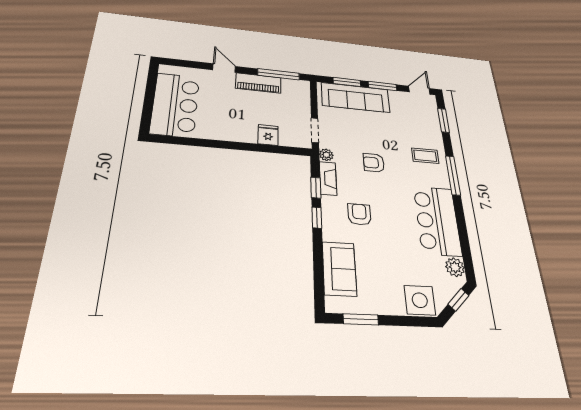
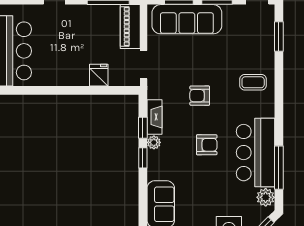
piano: (258, 83) -> (130, 27), moved, turned 90
plant: (326, 155) -> (154, 142), moved
window: (453, 175) -> (279, 168), moved
armchair: (359, 214) -> (207, 145), moved, turned 90

